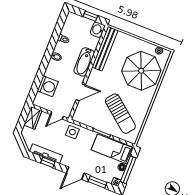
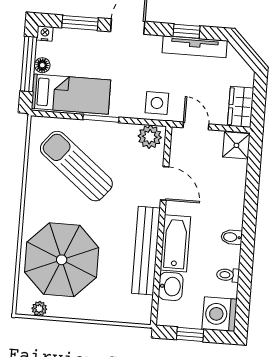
washbasin: (98, 30) -> (171, 286), moved
bench: (105, 49) -> (146, 251), moved
washing machine: (48, 86) -> (220, 314), moved
door: (81, 92) -> (165, 183), swing flipped
shower: (40, 100) -> (236, 145), added
door: (57, 115) -> (196, 126), hinge flipped
plant: (81, 117) -> (150, 137), added

